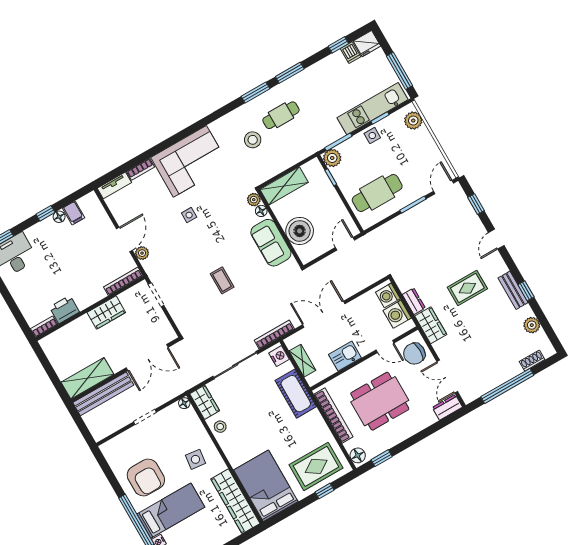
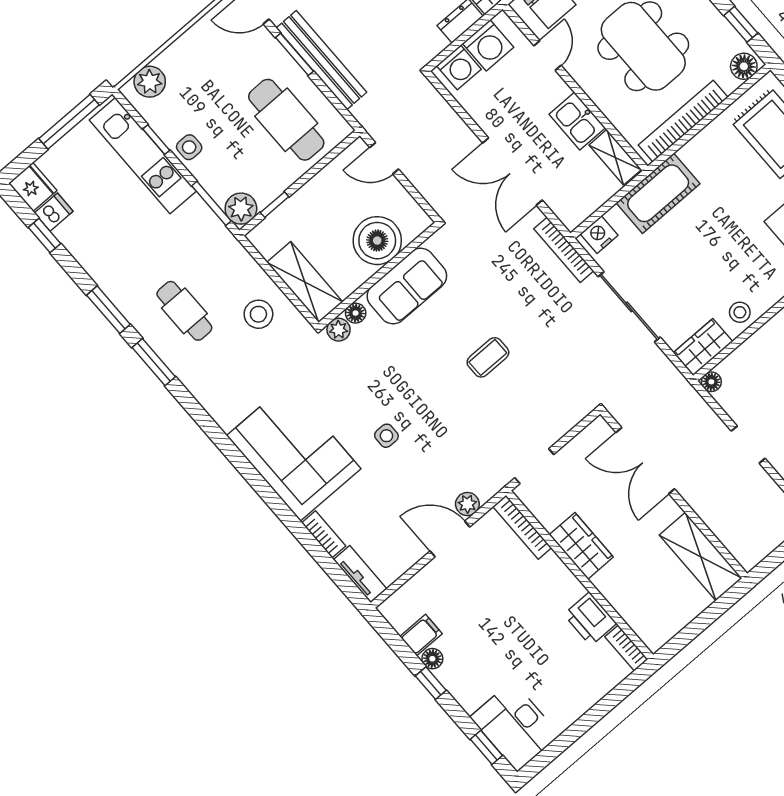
stool: (253, 140) -> (258, 314), moved
double door: (147, 358) -> (645, 461), swing flipped
shelving: (302, 361) -> (615, 157), moved, turned 90
bench: (103, 394) -> (322, 60), moved

